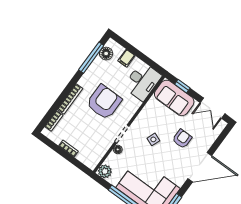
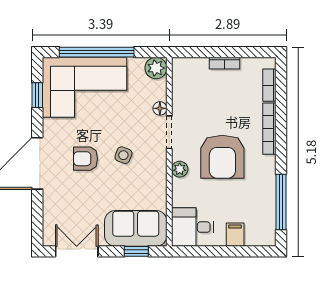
floor lamp: (106, 54) -> (266, 221), removed
desk: (142, 81) -> (192, 227), width x0.73
plant: (130, 112) -> (180, 169), added
armchair: (182, 139) -> (86, 159), moved, turned 90

